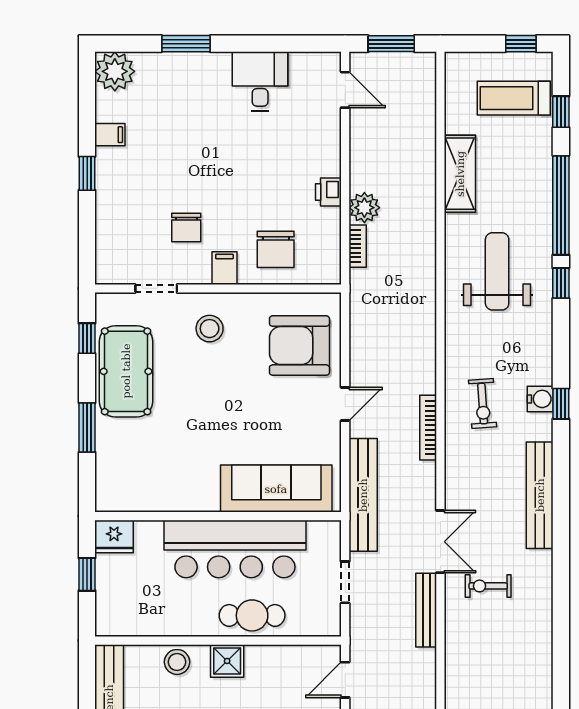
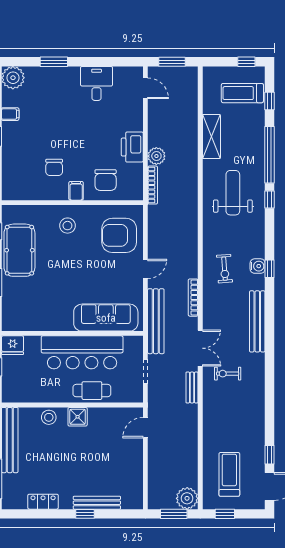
printer: (328, 192) -> (132, 147), width x1.87, depth x1.48
bookcase: (358, 246) -> (153, 185), width x1.56
doorway: (156, 288) -> (37, 203), removed
bookcase: (428, 428) -> (193, 298), moved
bench: (426, 610) -> (192, 388), width x0.73

